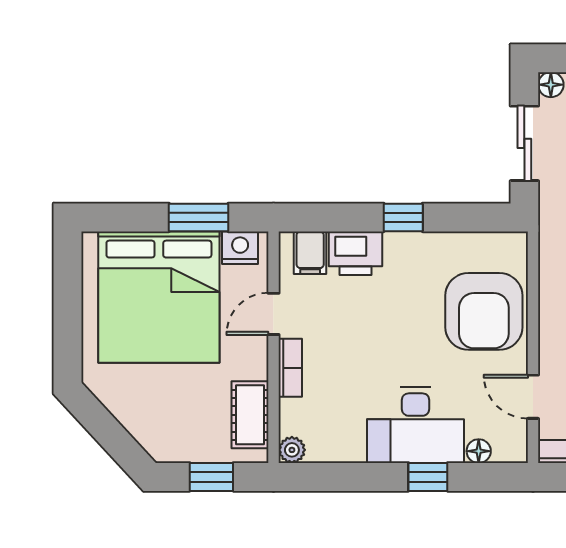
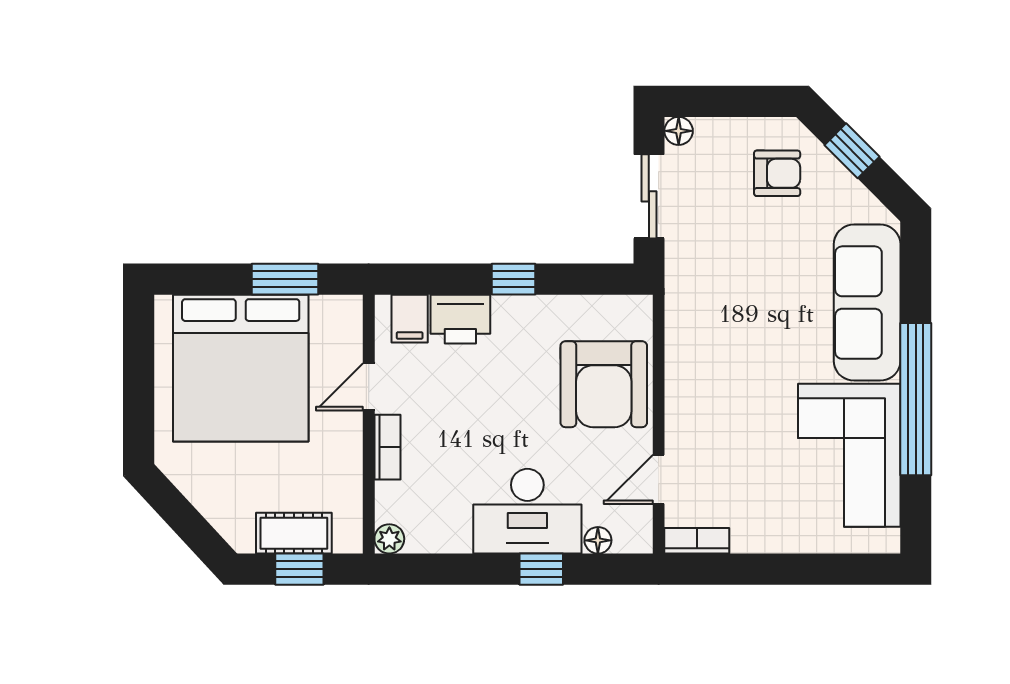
nightstand: (240, 248) -> (331, 313), removed
door: (533, 397) -> (659, 479), hinge flipped
cot: (250, 415) -> (294, 533), moved, turned 90

